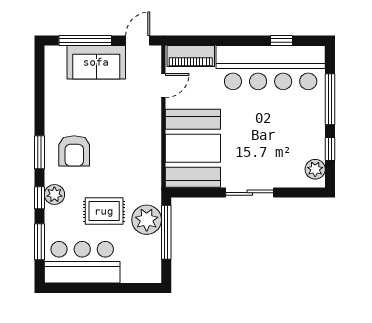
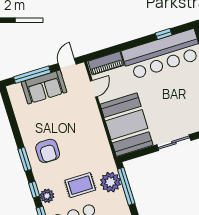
plant: (54, 194) -> (47, 196), moved

